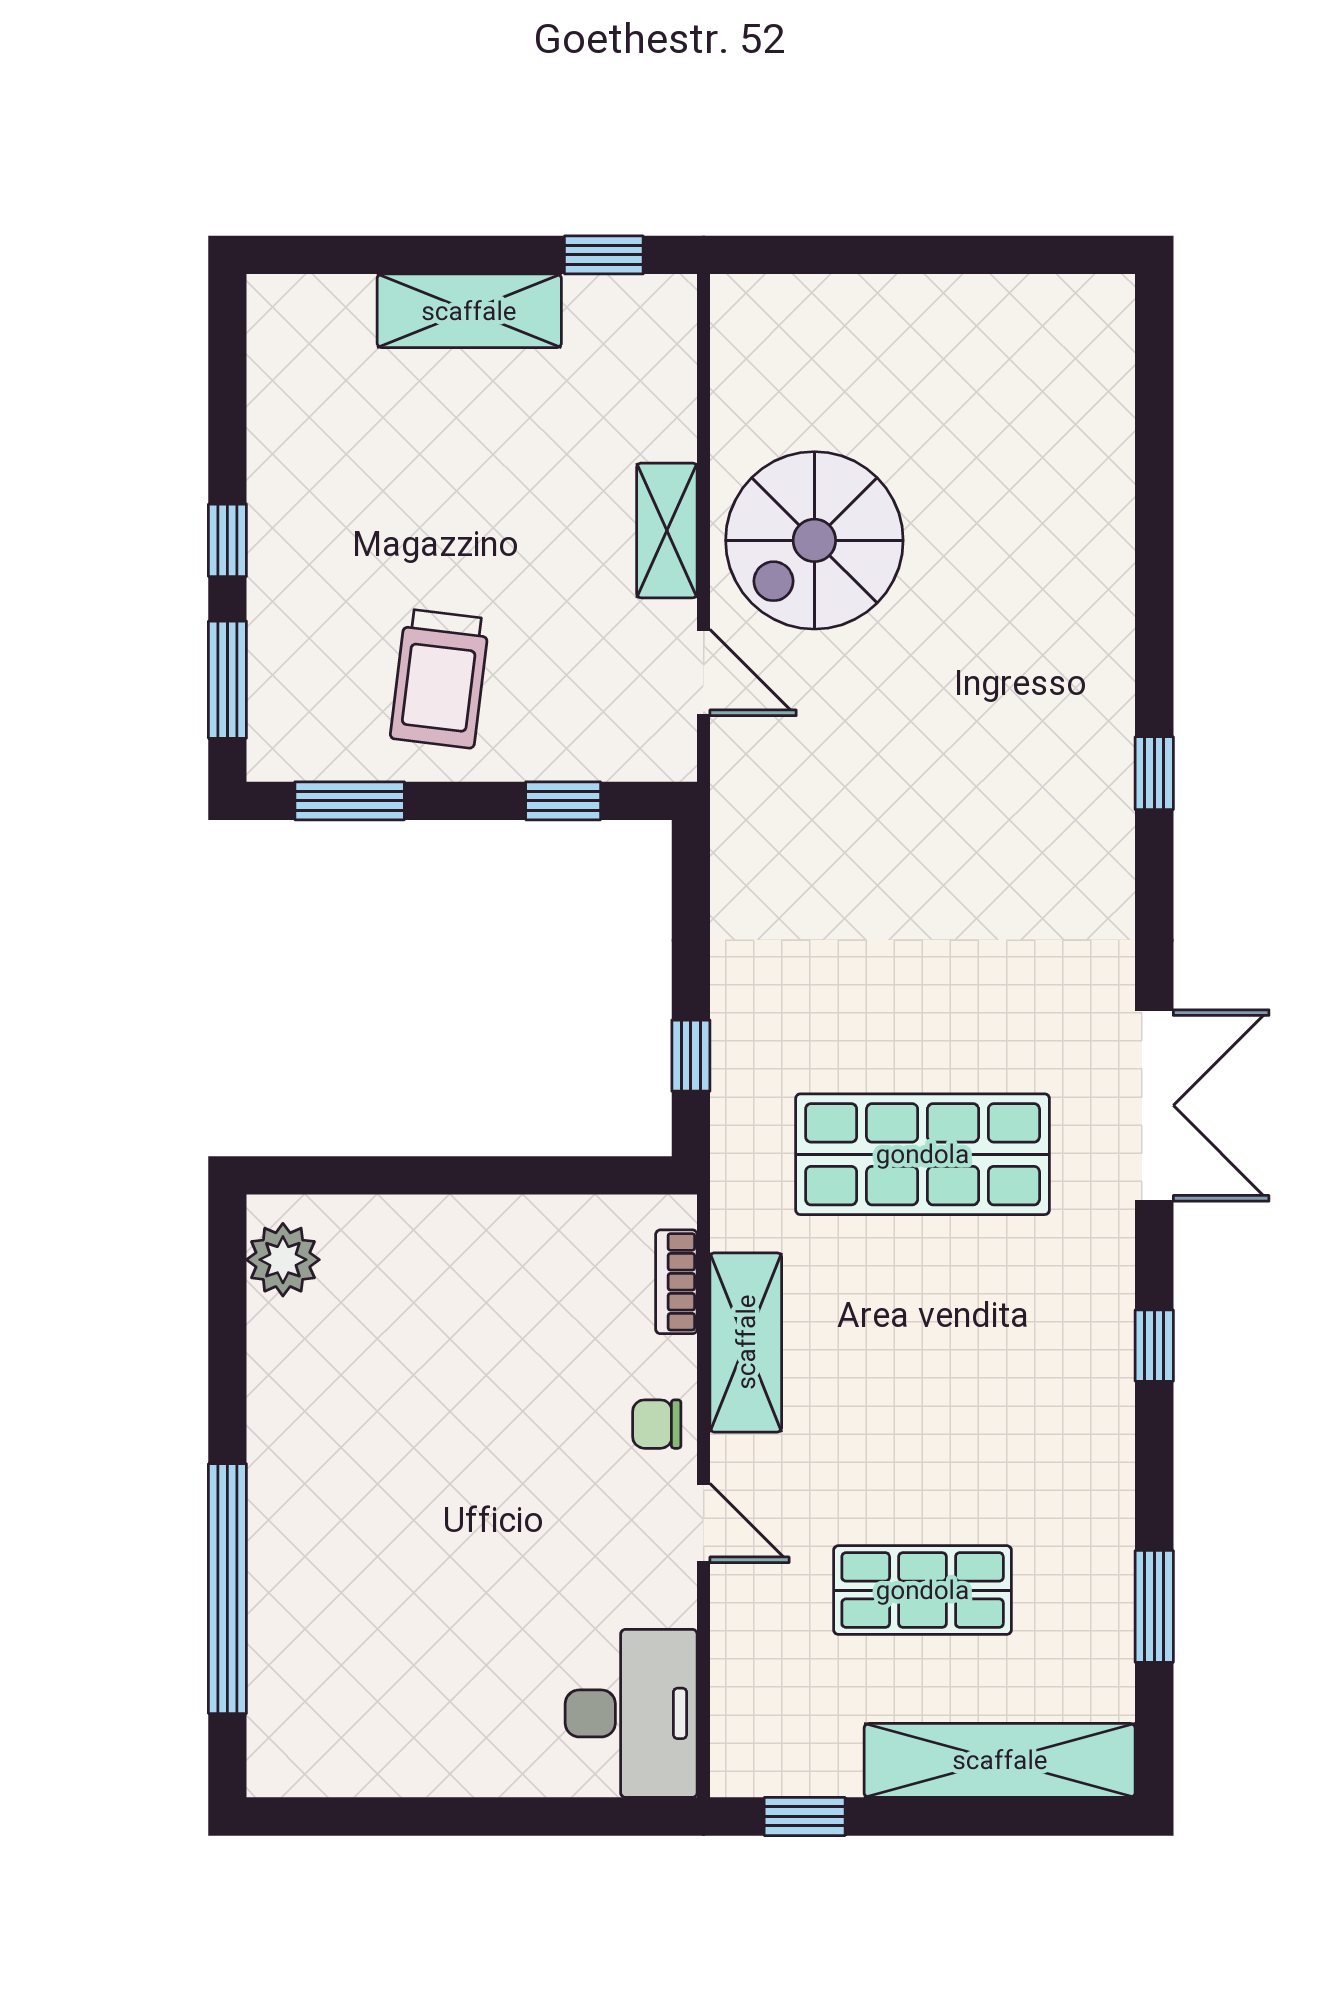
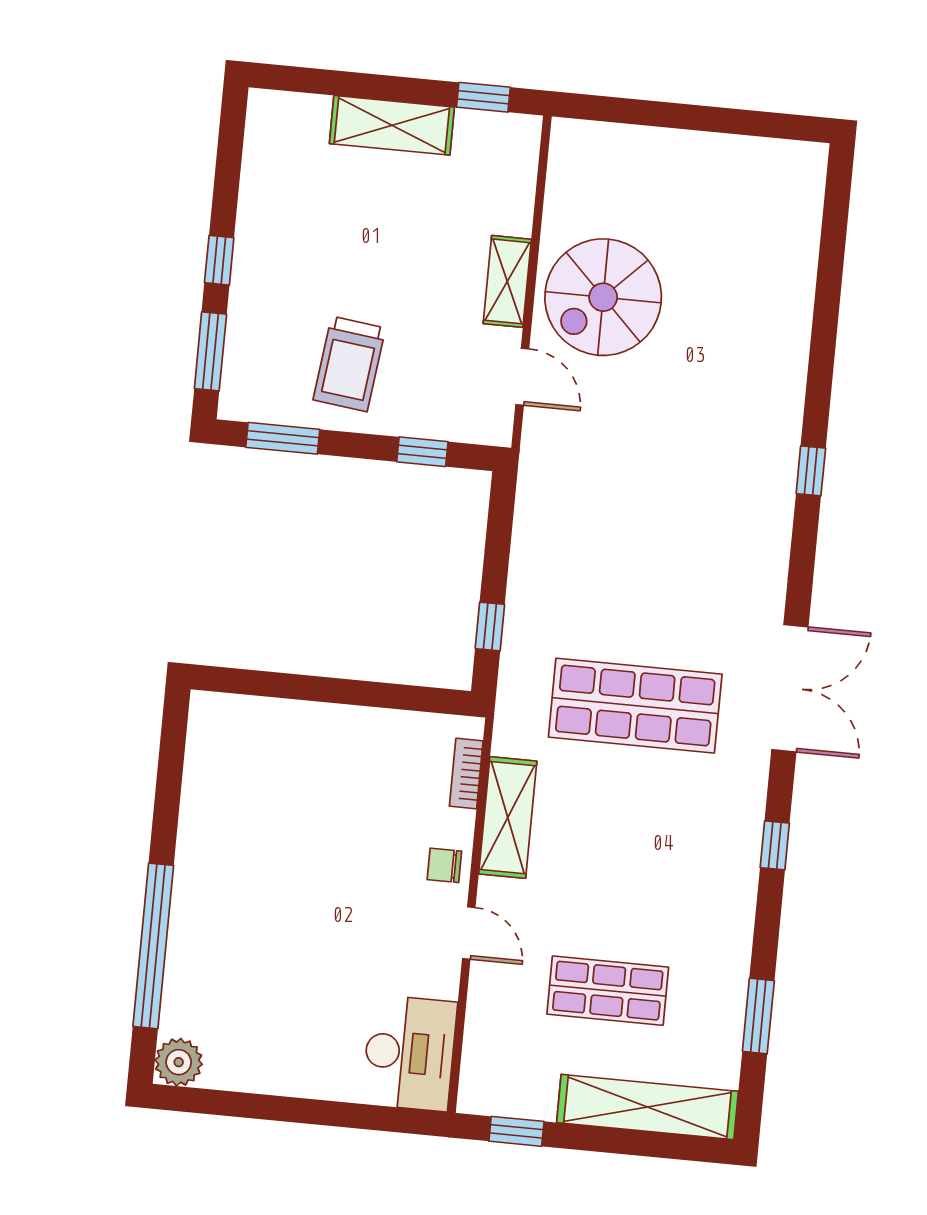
plant: (283, 1260) -> (179, 1062), moved

